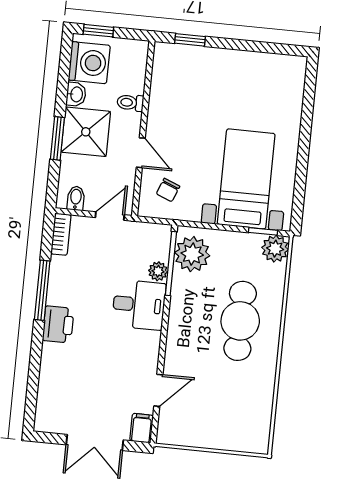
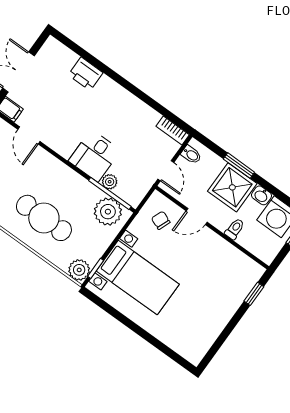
window: (42, 290) -> (142, 96), removed
printer: (58, 324) -> (86, 74), moved

